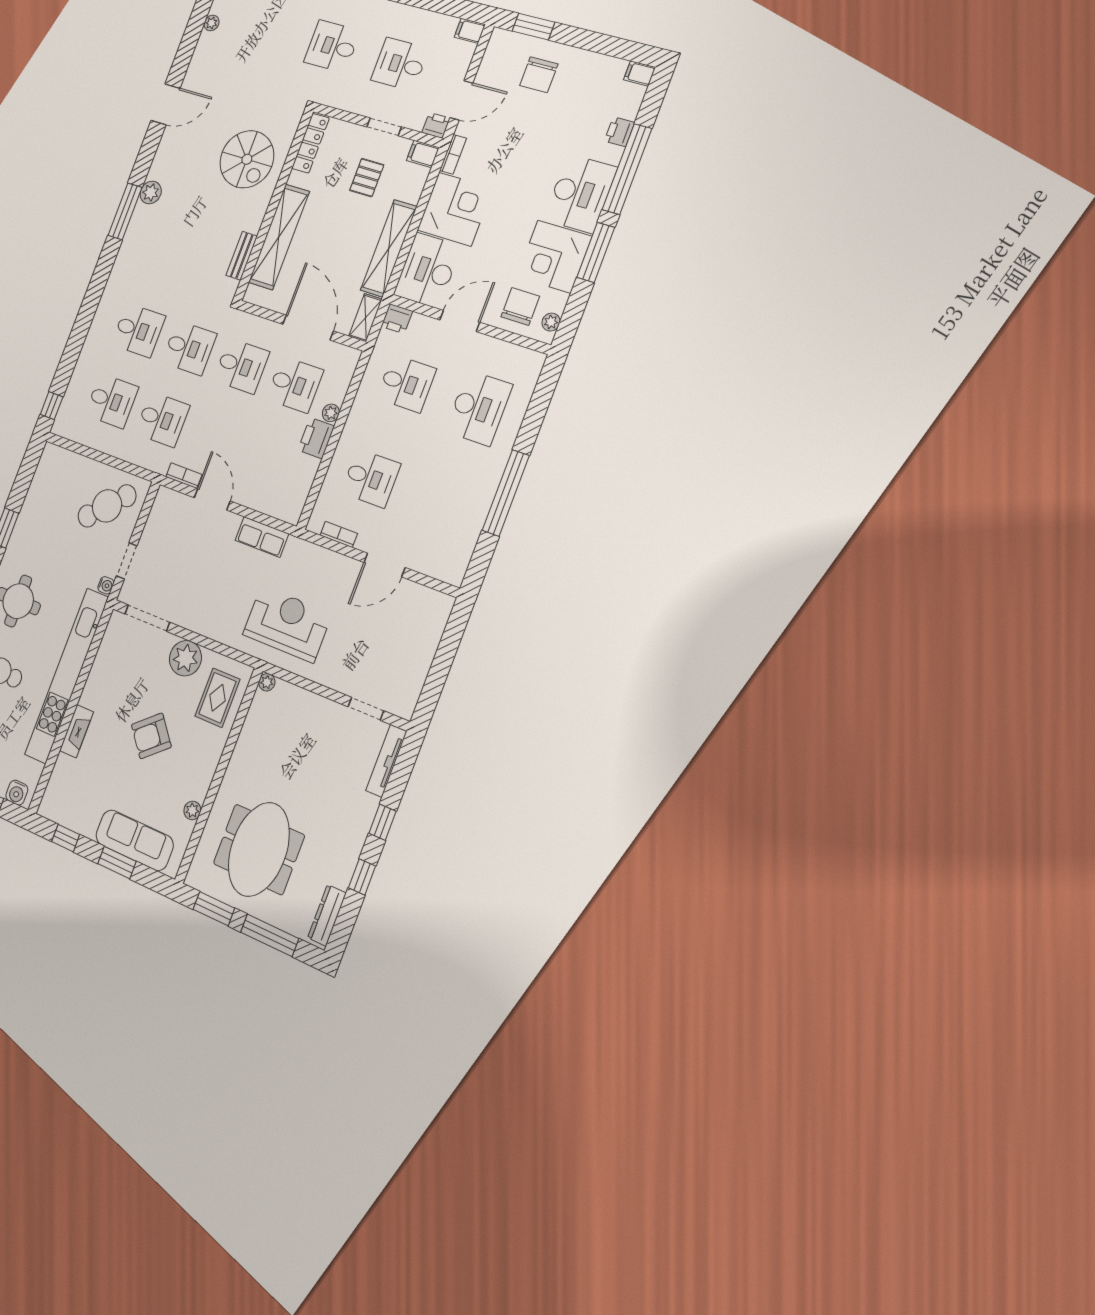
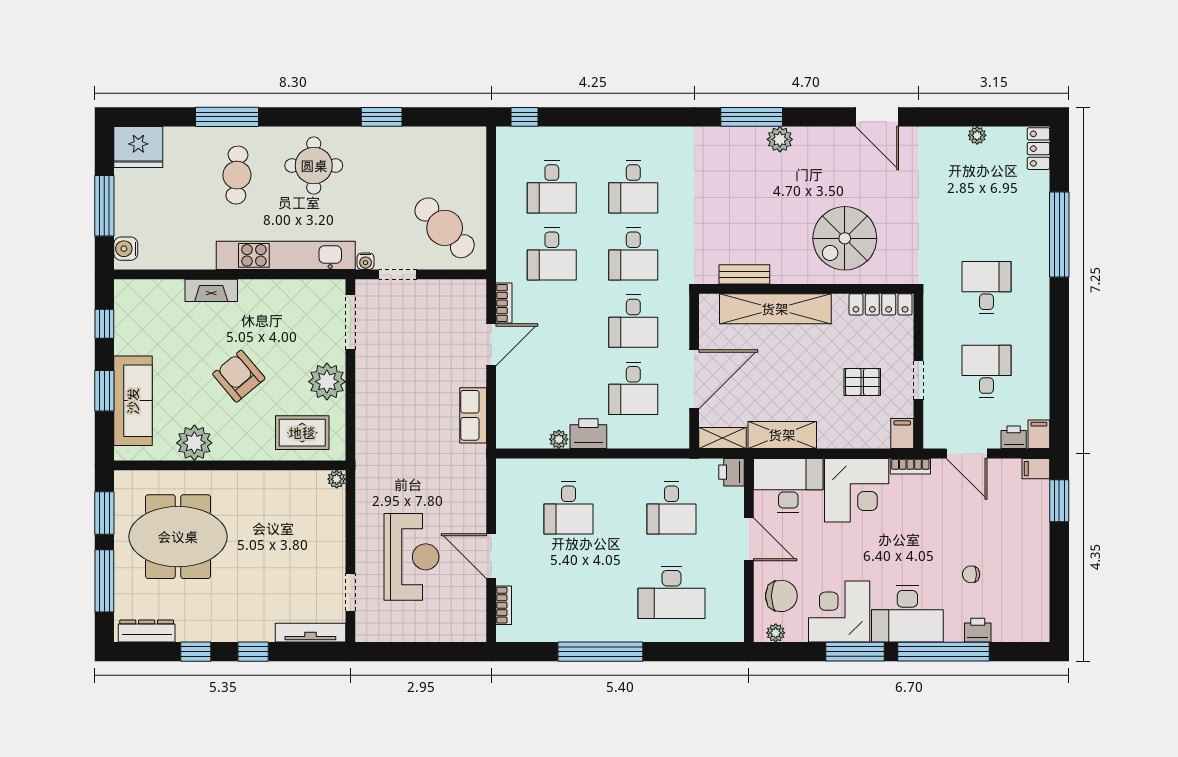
filing cabinet: (640, 74) -> (1036, 469), moved, turned -90
chair: (539, 75) -> (971, 574), moved, width x0.54, depth x0.54
printer: (436, 125) -> (1014, 437), moved, turned -90
shelving: (389, 248) -> (782, 435), width x0.68
plant: (331, 413) -> (559, 439), moved
bookcase: (339, 534) -> (504, 605), moved
reception desk: (287, 624) -> (411, 557), moved
kitchen unit: (67, 676) -> (286, 255), width x0.73
plant: (192, 810) -> (194, 443), width x1.87, depth x1.87

